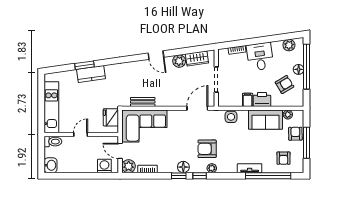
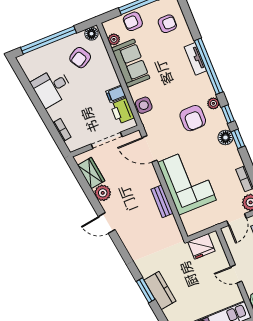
plant: (289, 45) -> (32, 71), removed
door: (156, 55) -> (107, 223), swing flipped
desk: (260, 57) -> (52, 87), moved
window: (85, 65) -> (146, 290), moved
floor lamp: (299, 69) -> (91, 34), moved
armchair: (284, 85) -> (80, 58), turned -90
printer: (262, 99) -> (122, 111), moved
bench: (143, 102) -> (162, 201), moved
corner sofa: (144, 126) -> (187, 181), moved
window: (268, 176) -> (209, 66), moved

